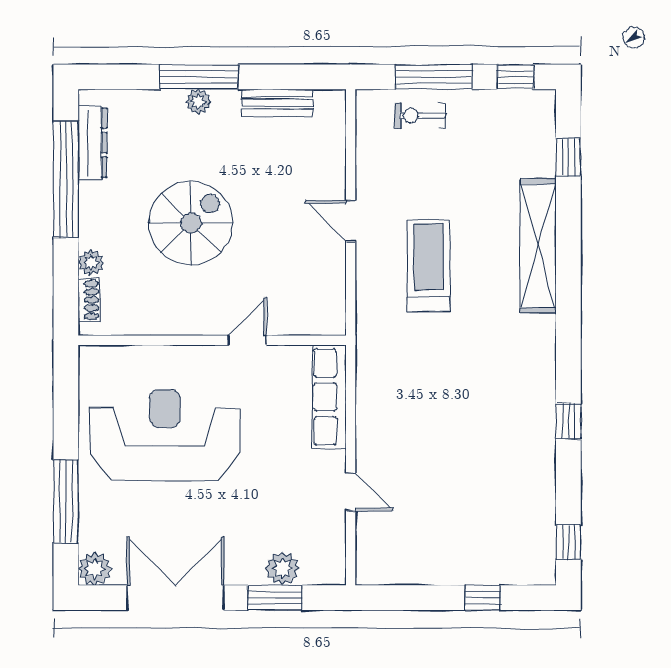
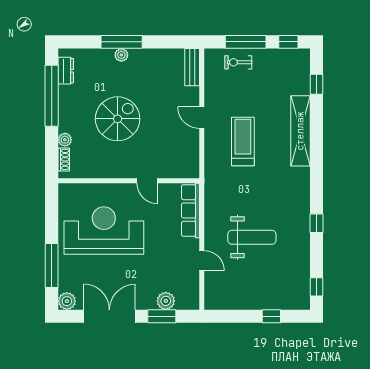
bench: (277, 103) -> (192, 67), moved, turned 90
dresser: (92, 143) -> (66, 71), width x0.70
door: (247, 340) -> (147, 181), swing flipped
weight bench: (446, 448) -> (252, 237), added

